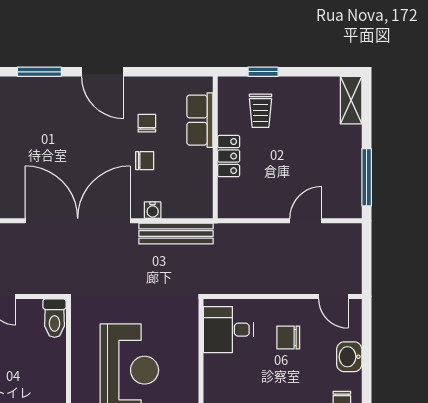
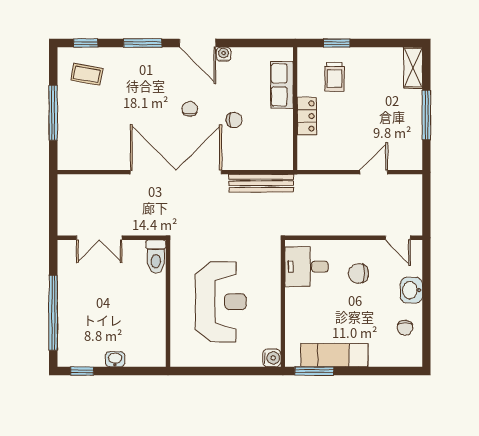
chair: (147, 123) -> (190, 109), moved
window: (367, 177) -> (426, 115), moved
water cooler: (153, 210) -> (224, 54), moved, turned 180

